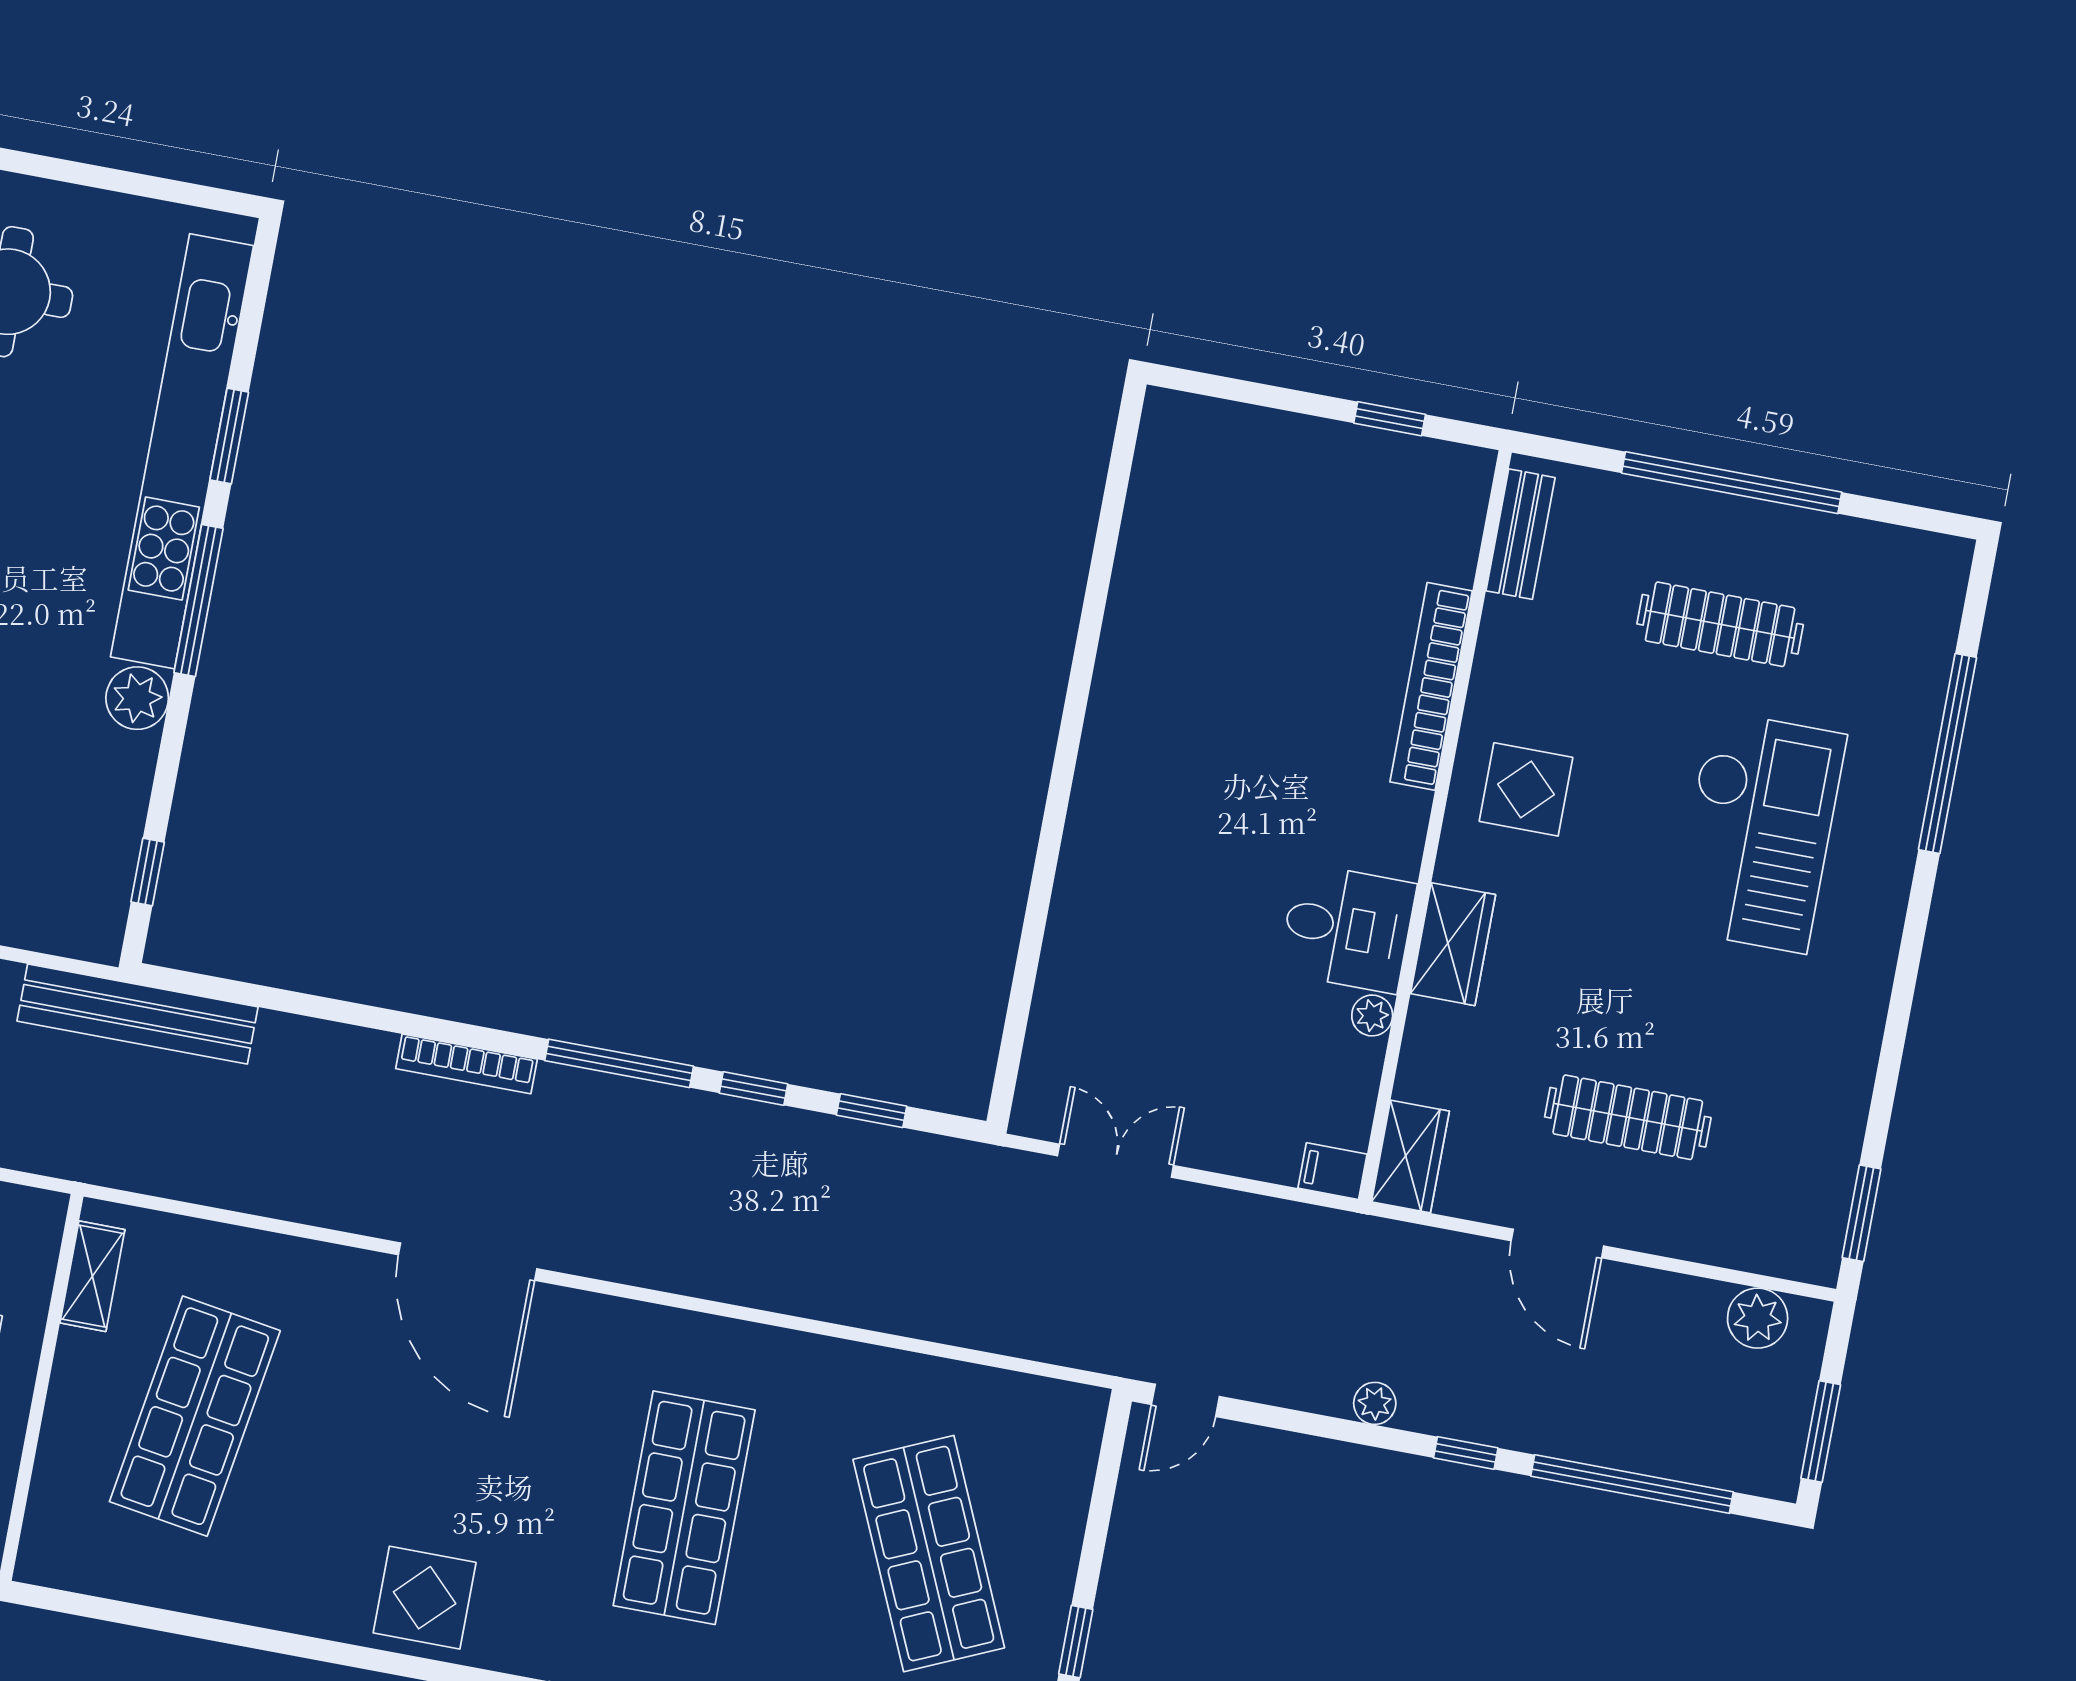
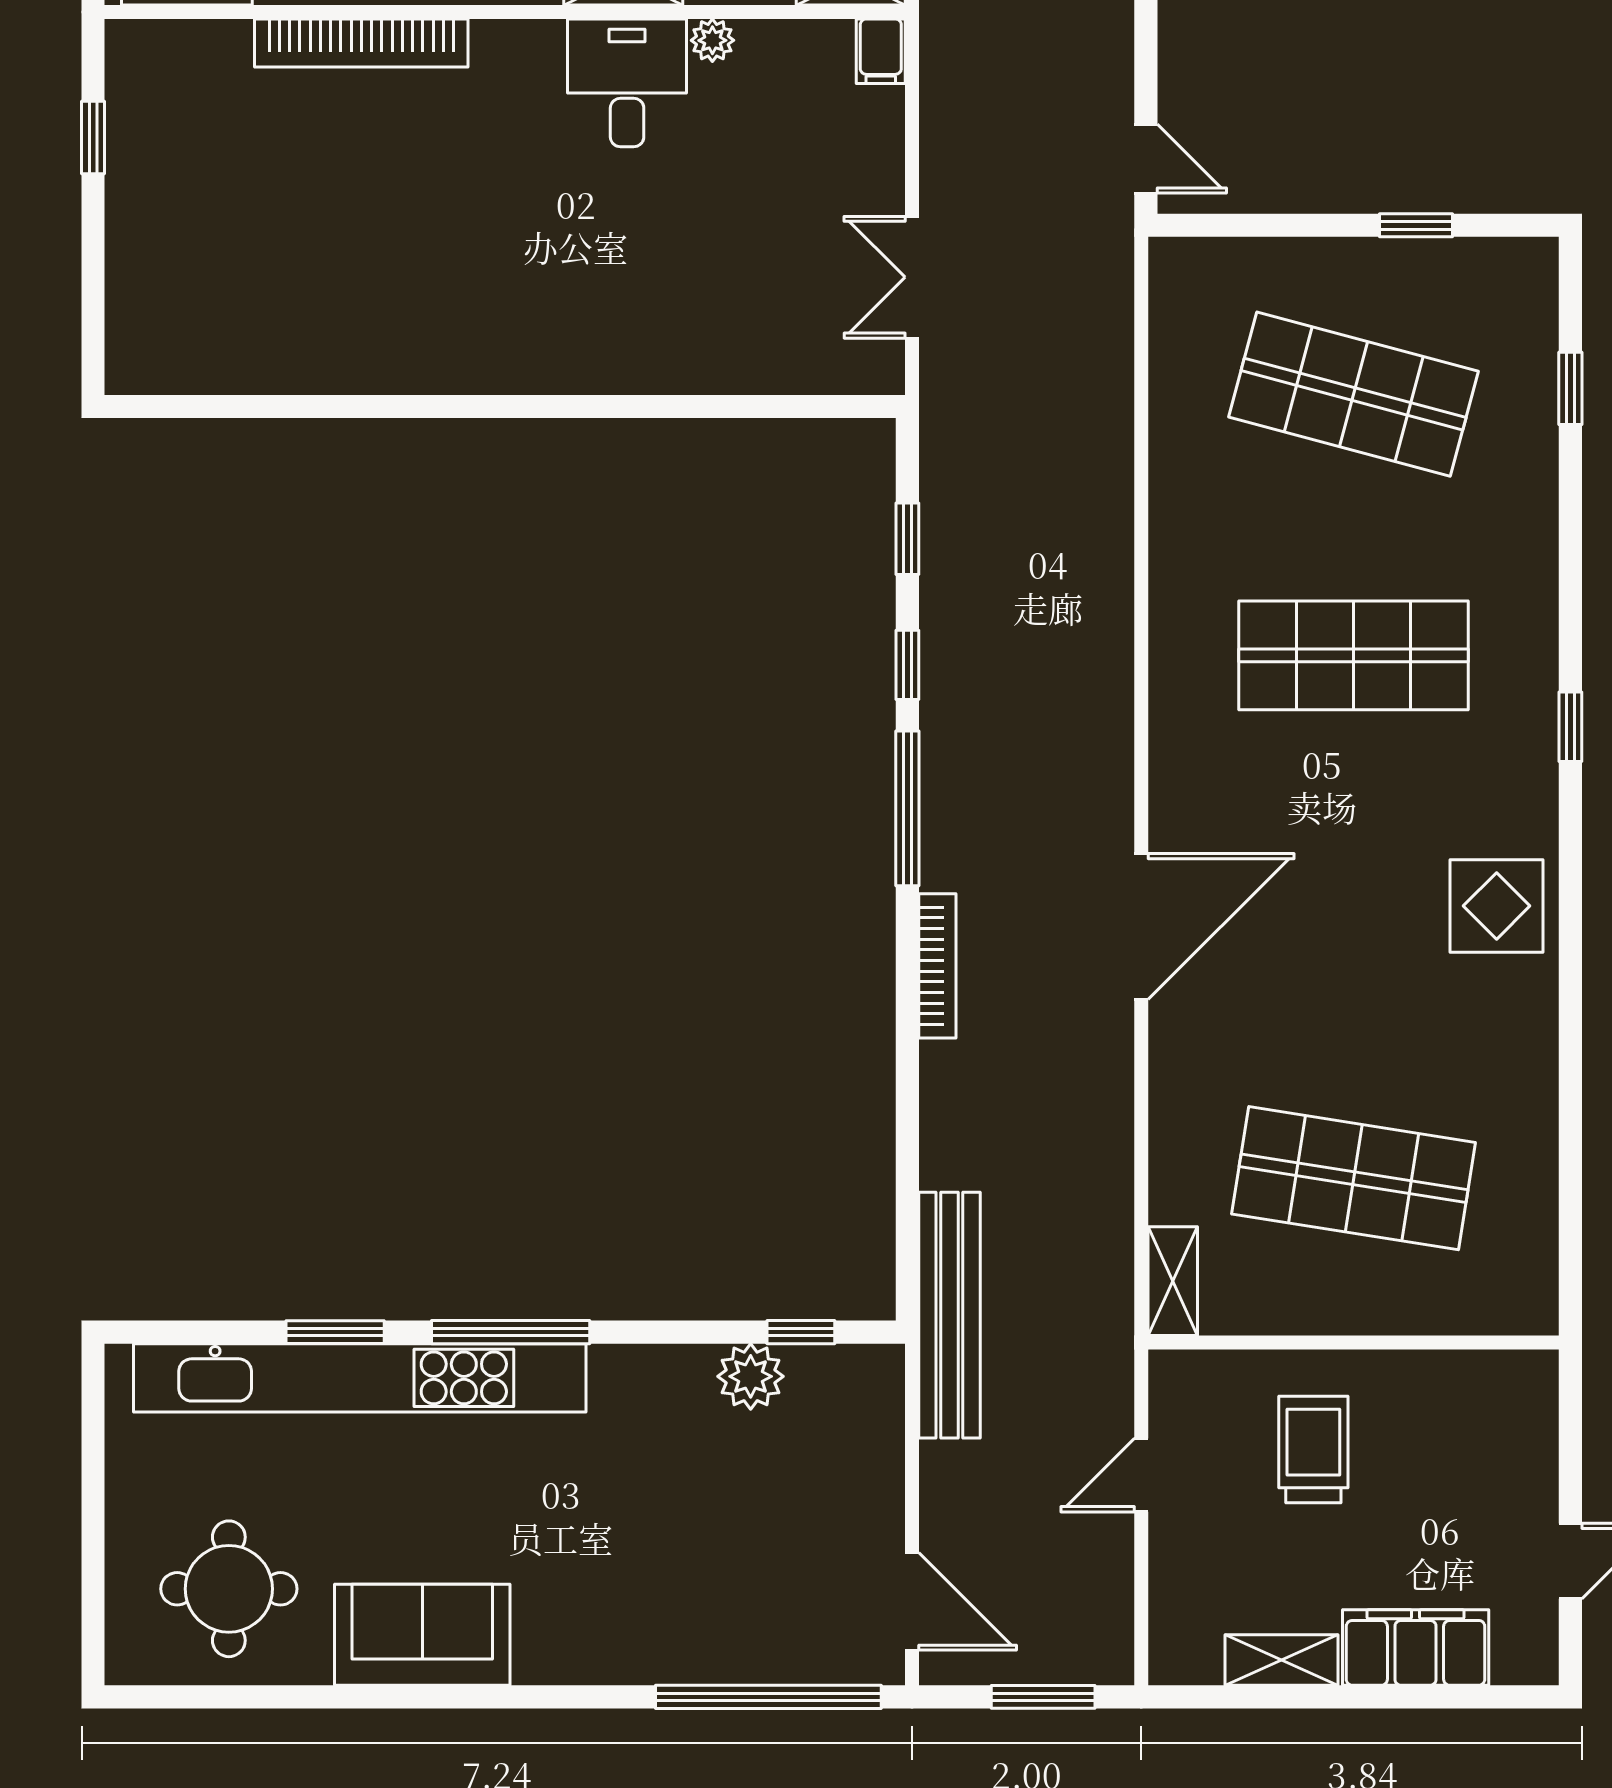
plant: (137, 698) -> (751, 1376), moved
shelving: (92, 1276) -> (1173, 1281), moved, turned 90
shop shelf: (929, 1554) -> (1354, 394), turned 39

